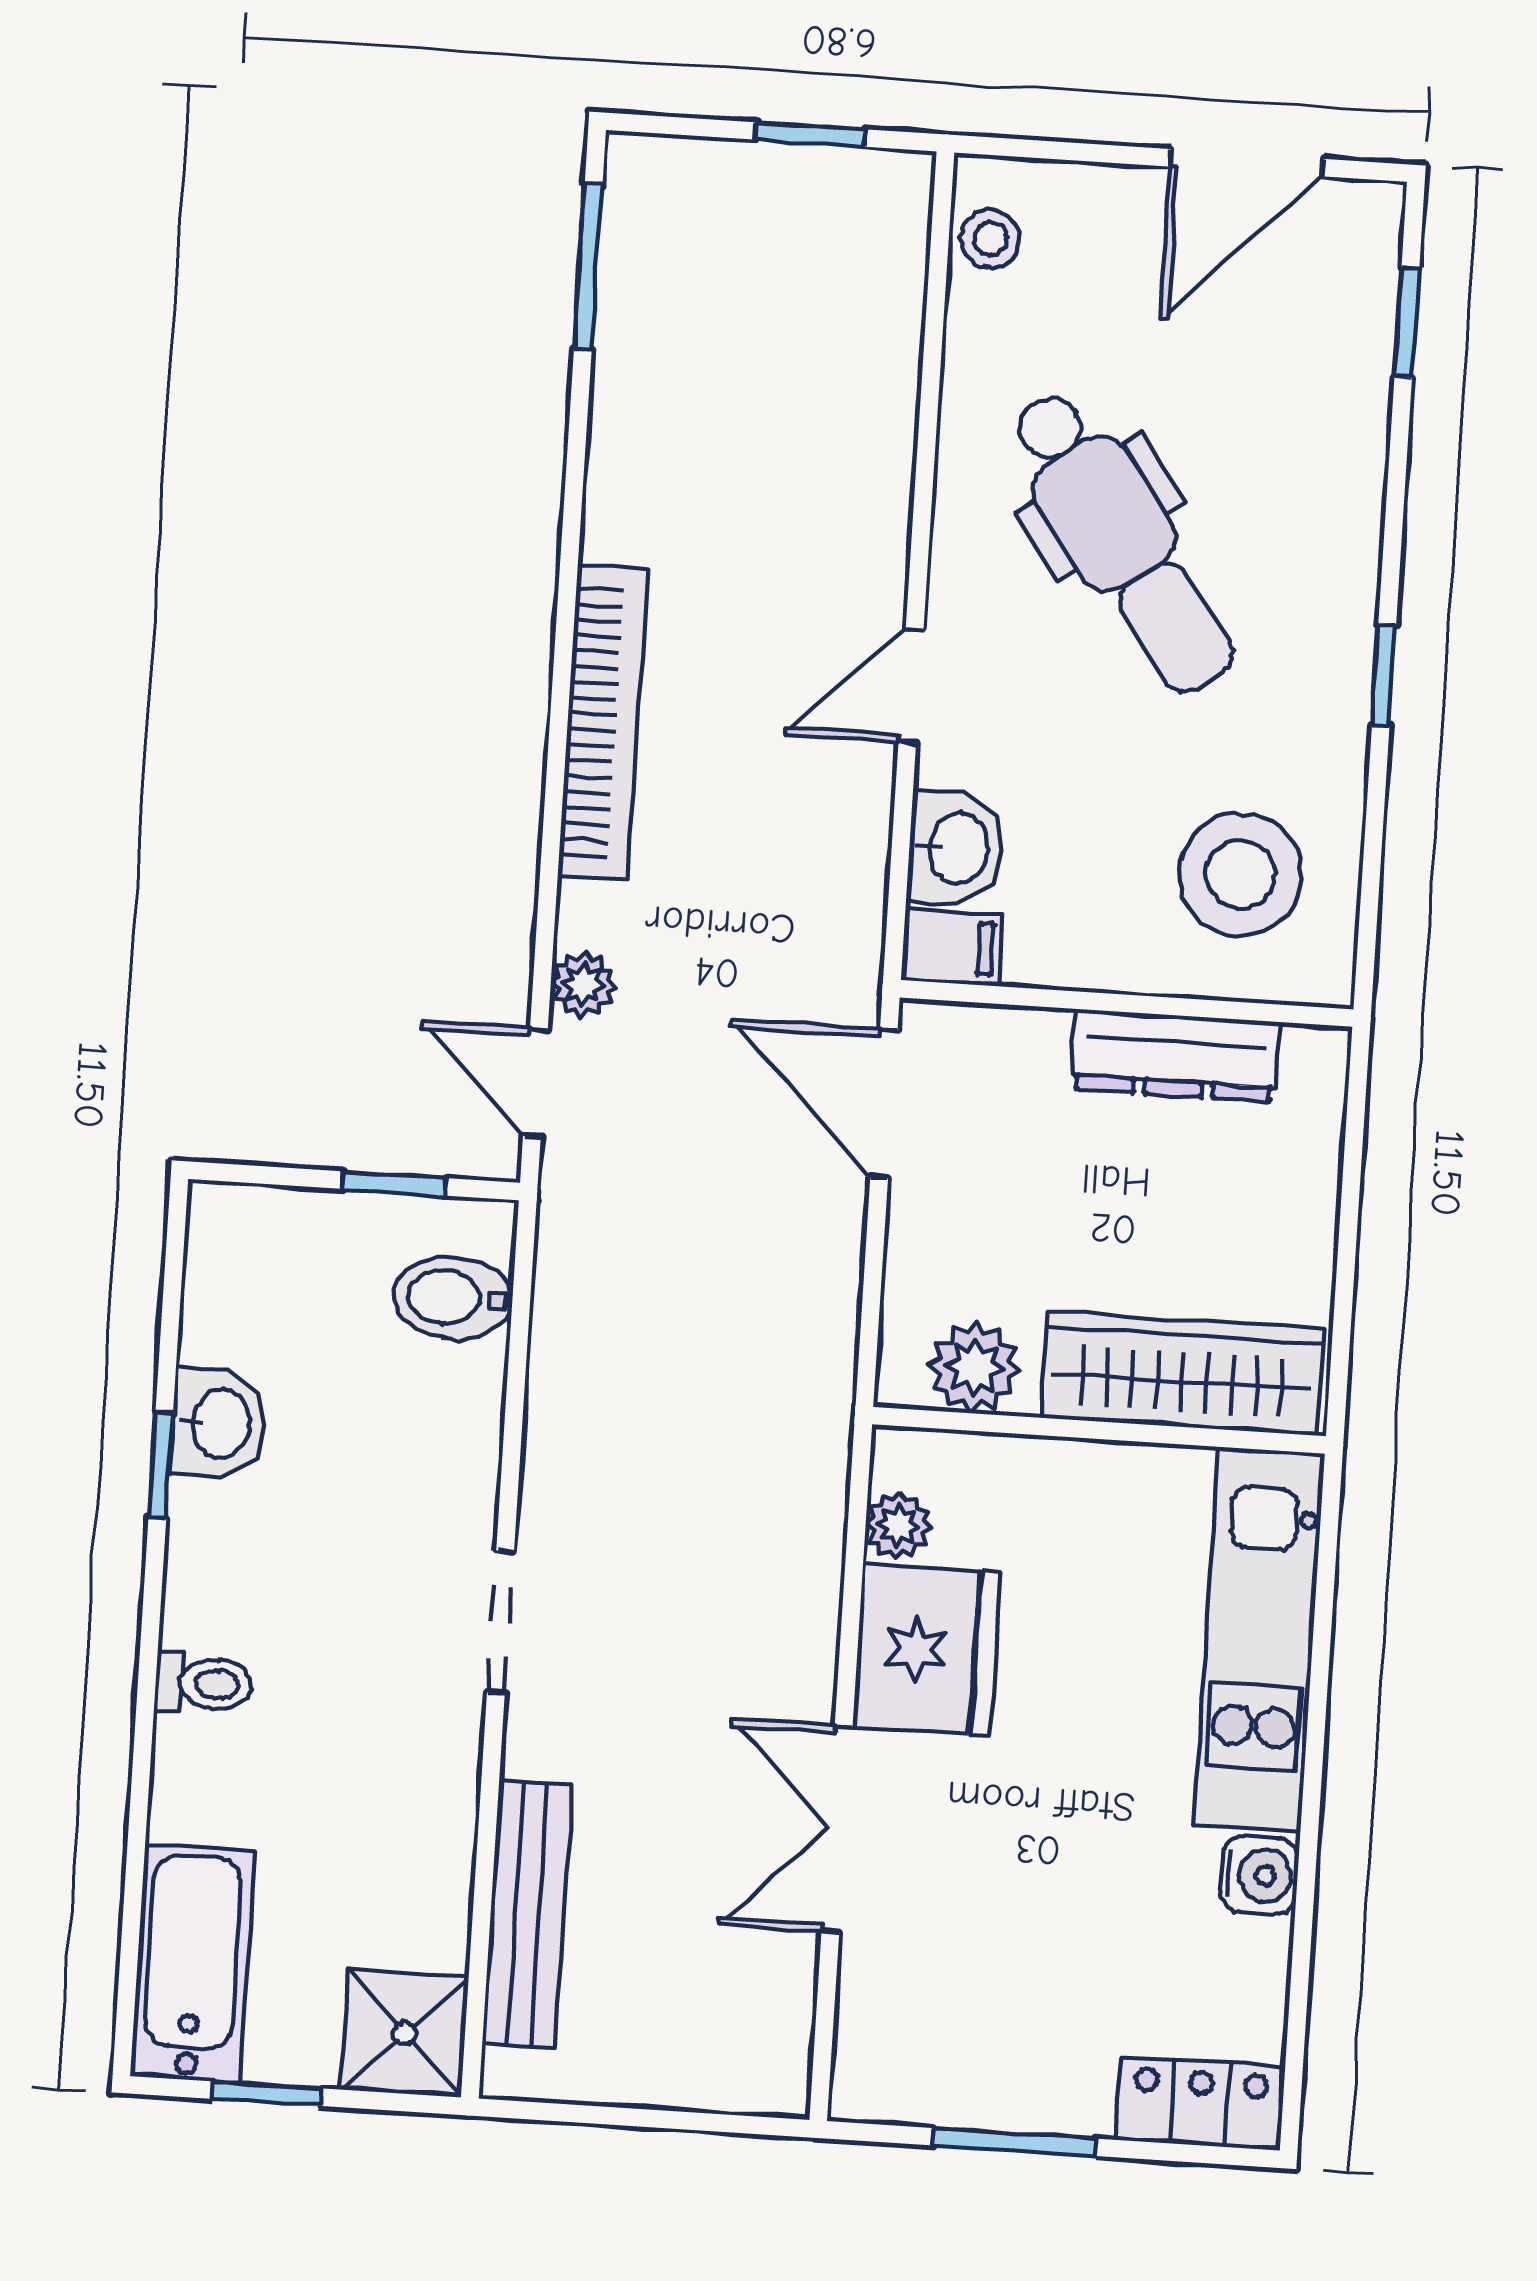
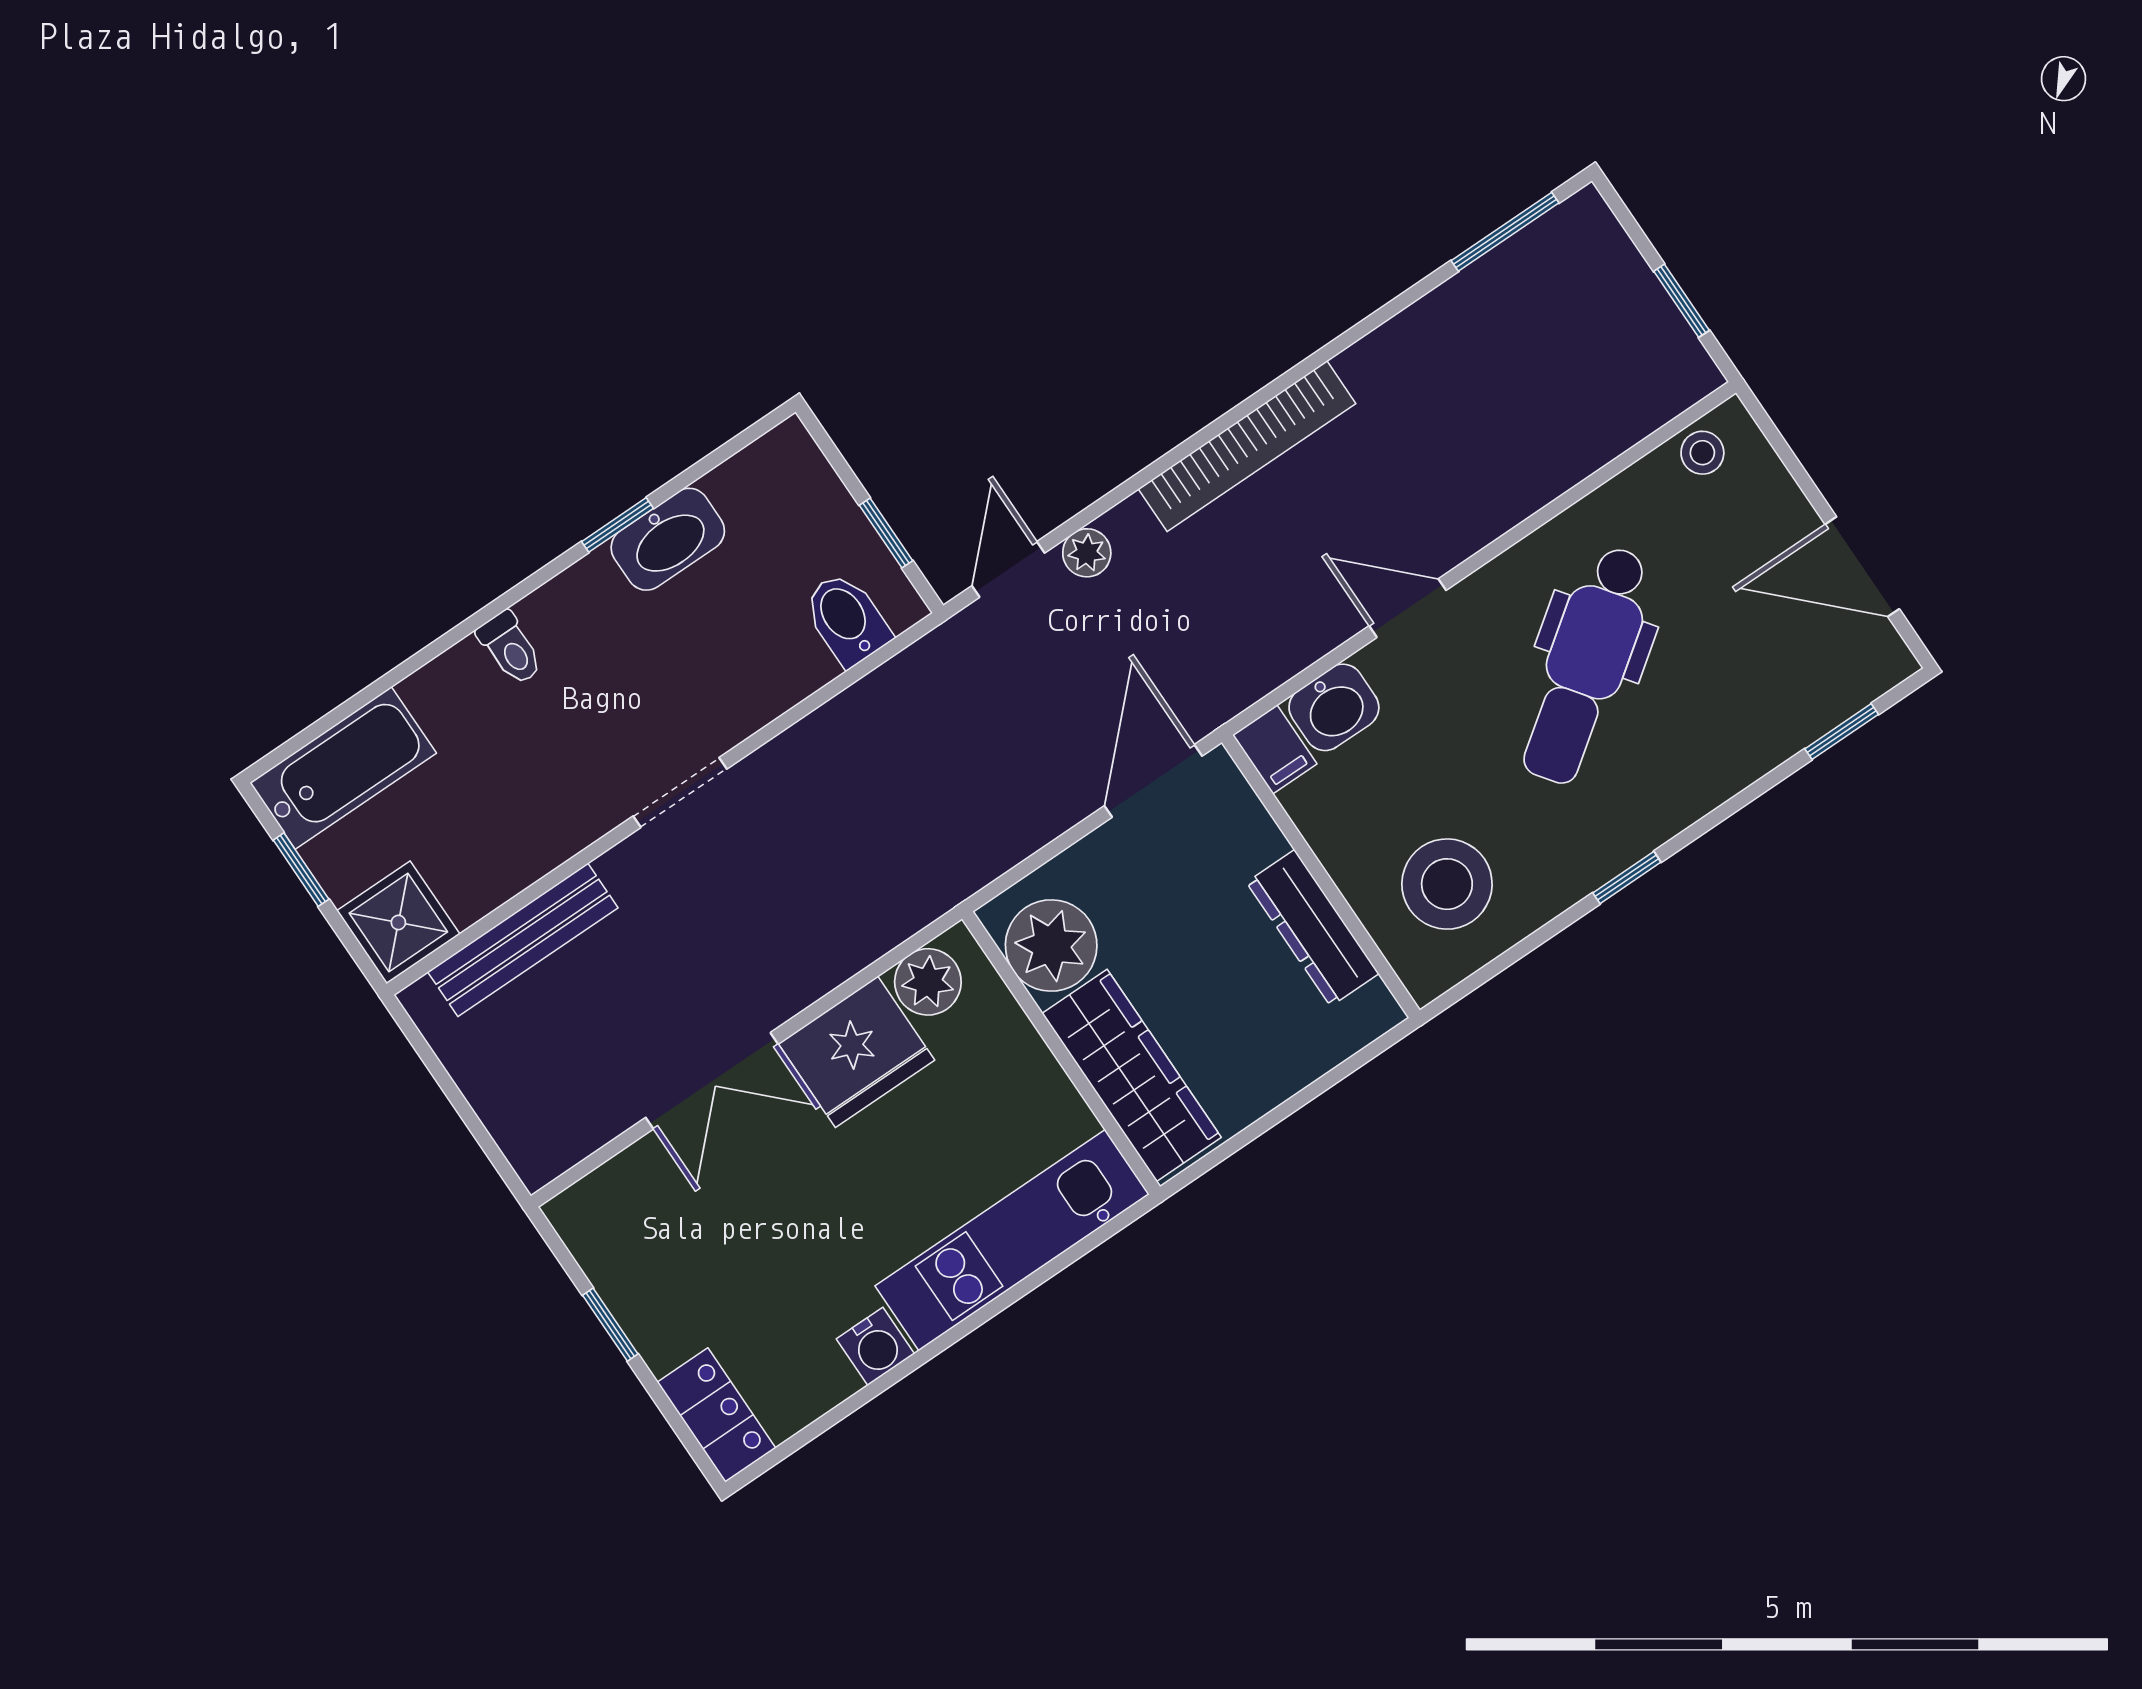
plant: (974, 1368) -> (1051, 946), width x1.36, depth x1.36
washbasin: (218, 1423) -> (668, 539), width x1.38
plant: (898, 1525) -> (928, 982), width x1.38, depth x1.38
double door: (837, 1829) -> (712, 1081), swing flipped
window: (1014, 2142) -> (610, 1325), width x0.67

